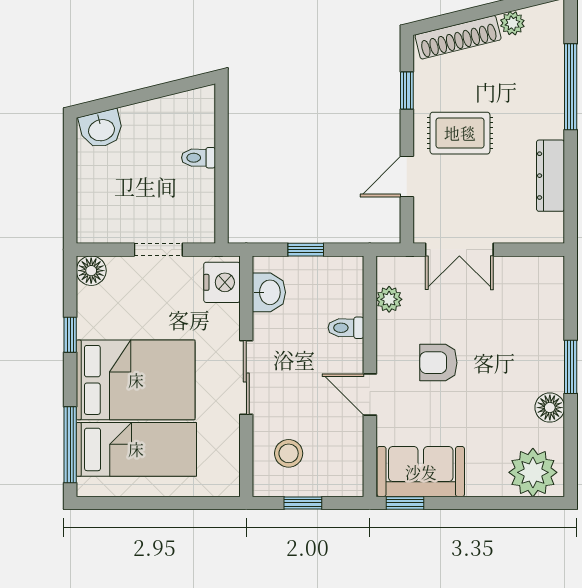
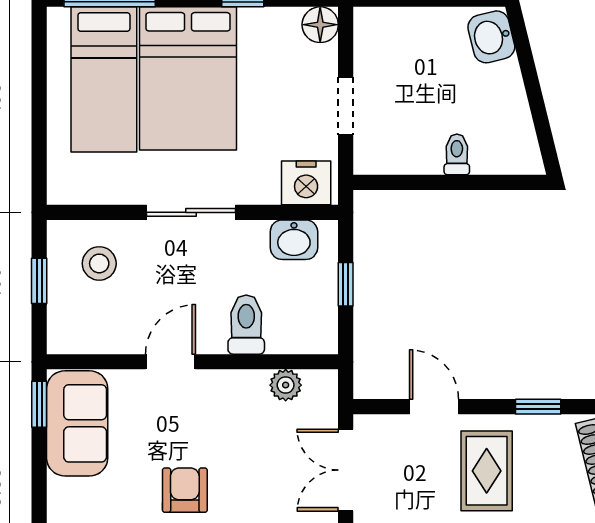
toilet: (346, 328) -> (246, 325), width x1.37, depth x1.39
armchair: (438, 363) -> (185, 490), moved

